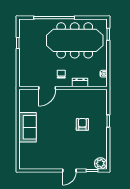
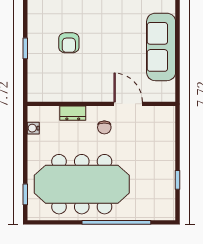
door: (47, 88) -> (128, 104), hinge flipped
sofa: (28, 127) -> (161, 47), width x1.36

